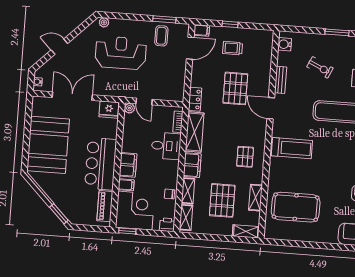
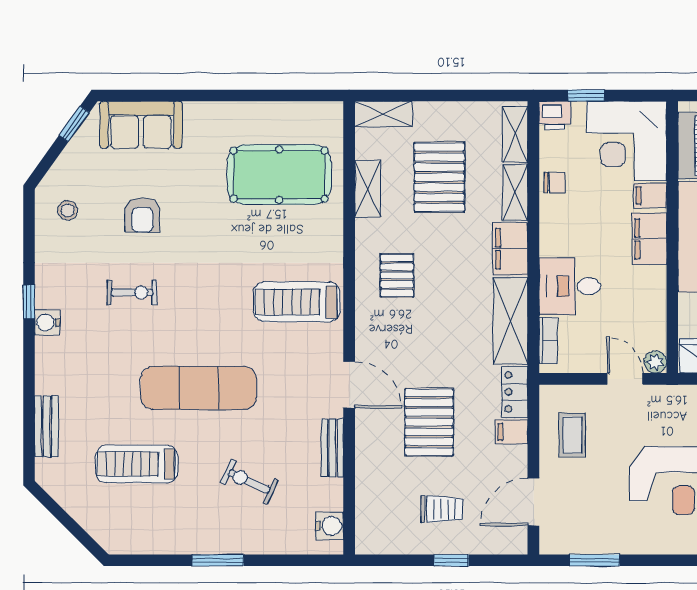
filing cabinet: (202, 30) -> (512, 432), moved
coffee table: (161, 36) -> (572, 435), moved
window: (127, 231) -> (586, 95), moved

